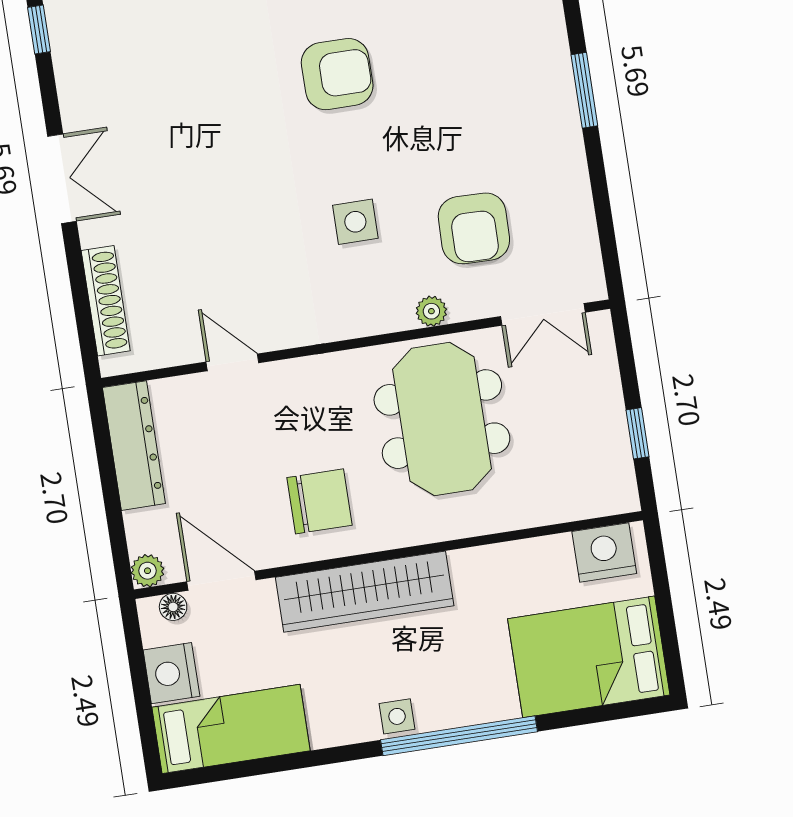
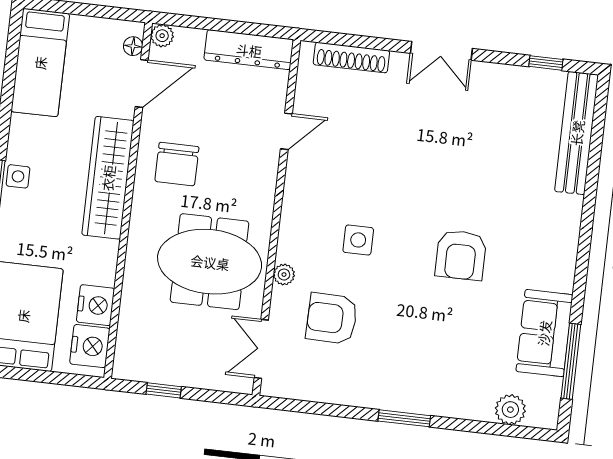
nightstand: (171, 673) -> (95, 305), moved, turned 90

